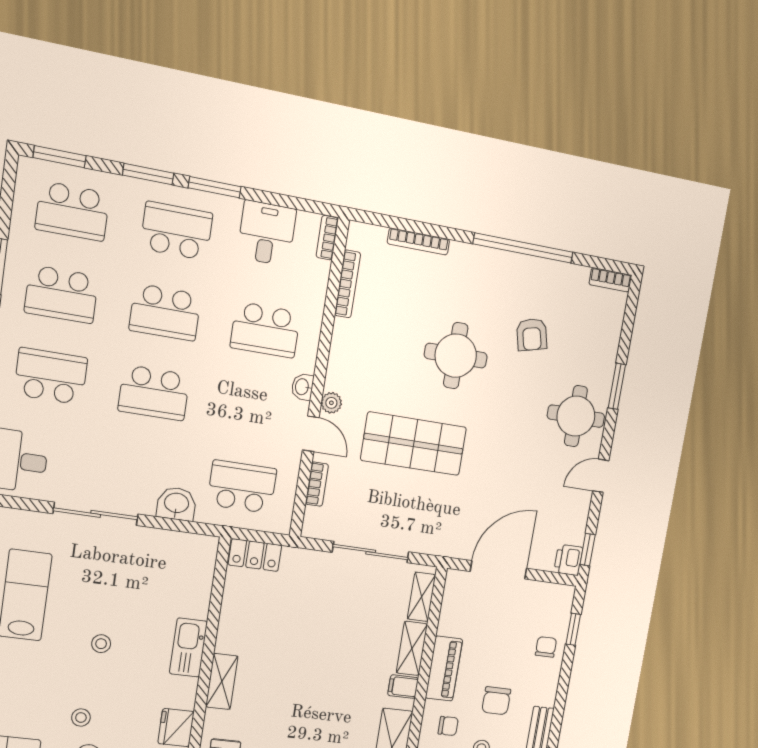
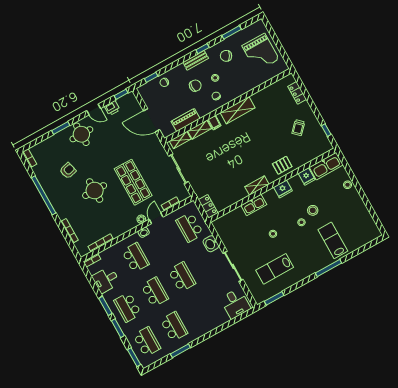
school desk: (51, 376) -> (201, 311), removed
printer: (568, 560) -> (112, 108), moved
piano: (444, 669) -> (186, 120), moved

